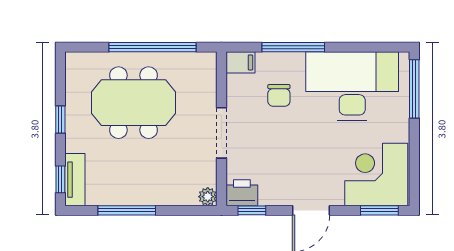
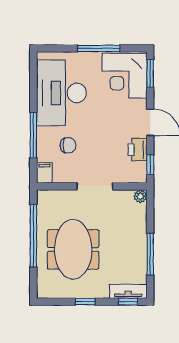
window: (414, 89) -> (99, 48), moved
printer: (242, 193) -> (138, 150), moved

